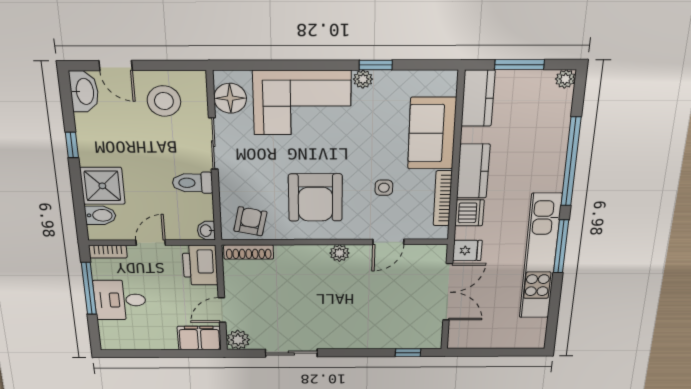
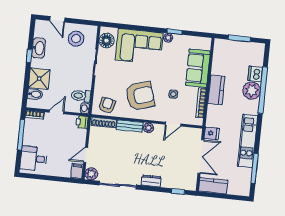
plant: (565, 79) -> (252, 91), moved, width x1.88, depth x1.88
washbasin: (84, 91) -> (39, 48), moved
kitchen counter: (478, 98) -> (213, 186), moved, turned -90
toilet: (193, 183) -> (81, 96), moved
armchair: (315, 198) -> (140, 96), turned -107
dishwasher: (469, 213) -> (255, 74), moved, turned 180
window: (561, 246) -> (255, 168), moved
bench: (301, 253) -> (130, 126), added
kitchen unit: (540, 257) -> (248, 141), width x0.73
printer: (200, 265) -> (82, 122), width x0.53, depth x0.68
desk: (120, 300) -> (34, 159), moved
filing cabinet: (199, 338) -> (77, 171), width x0.50
dresser: (355, 341) -> (151, 181), added
sliding door: (291, 353) -> (118, 185), width x1.37

